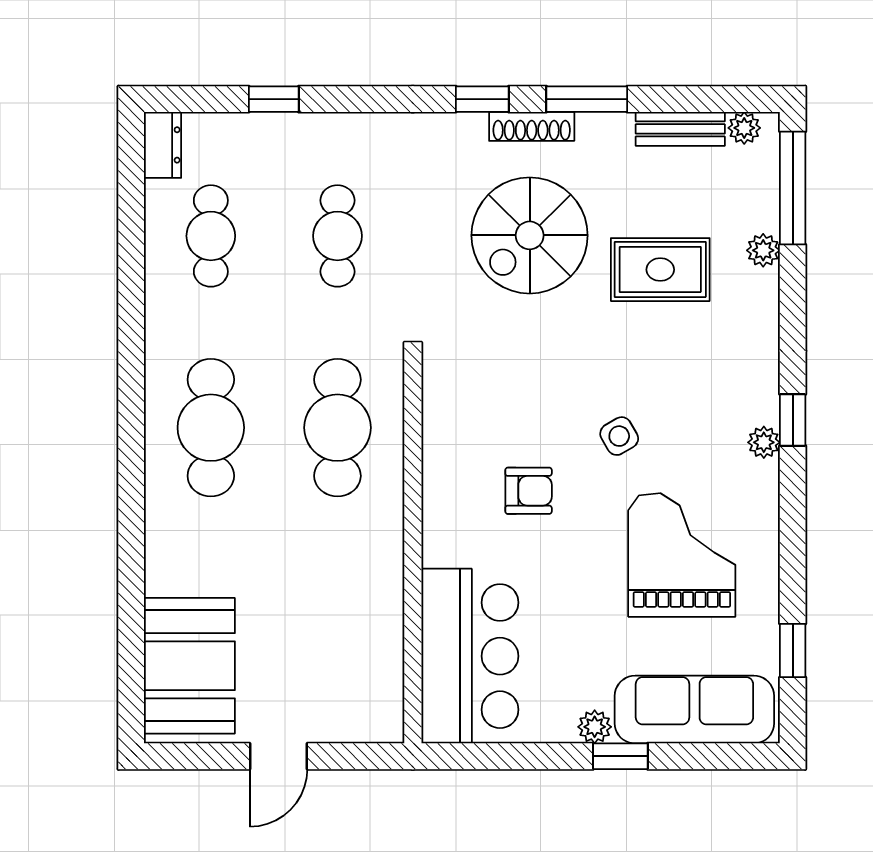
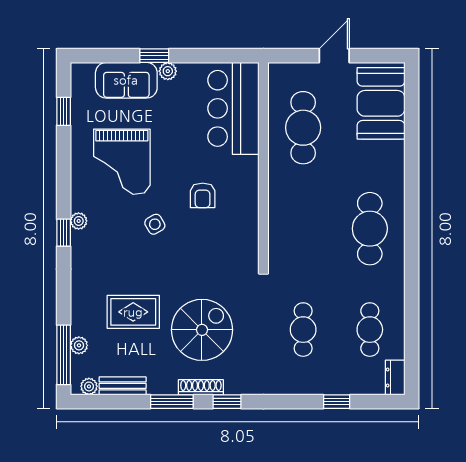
plant: (763, 250) -> (79, 345), moved
cafe table: (337, 428) -> (303, 128), moved
armchair: (529, 491) -> (203, 195), turned -90
sofa: (694, 710) -> (126, 80), width x0.73

